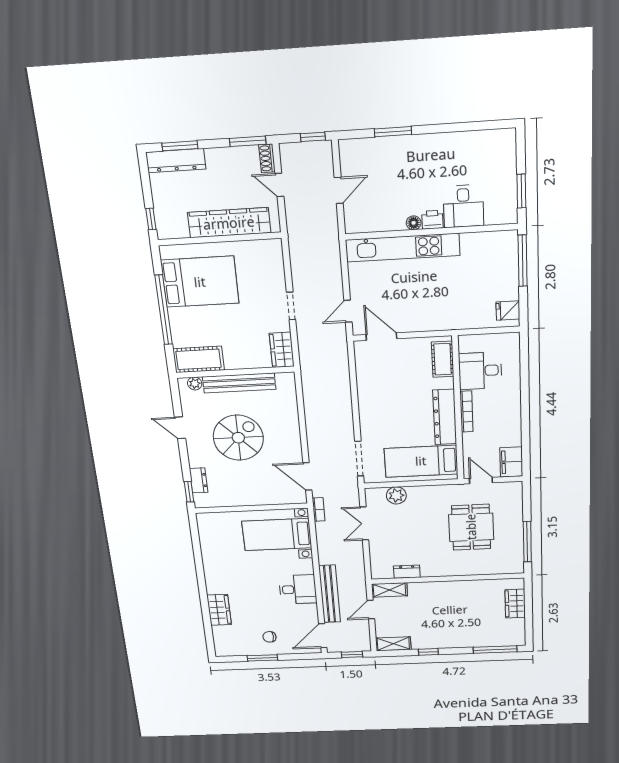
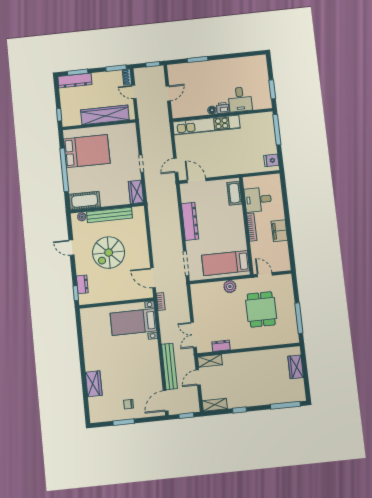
dresser: (445, 417) -> (190, 221), moved, turned 180
spiral stairs: (238, 438) -> (109, 253), turned 180
filing cabinet: (511, 462) -> (279, 231), moved
plant: (396, 495) -> (230, 287), moved
double door: (364, 524) -> (194, 335), moved
desk: (298, 589) -> (148, 364), removed

